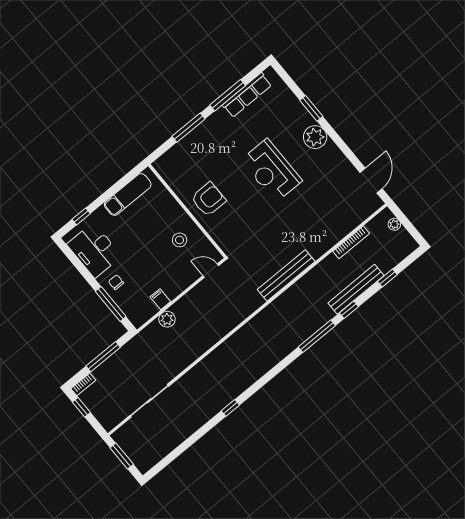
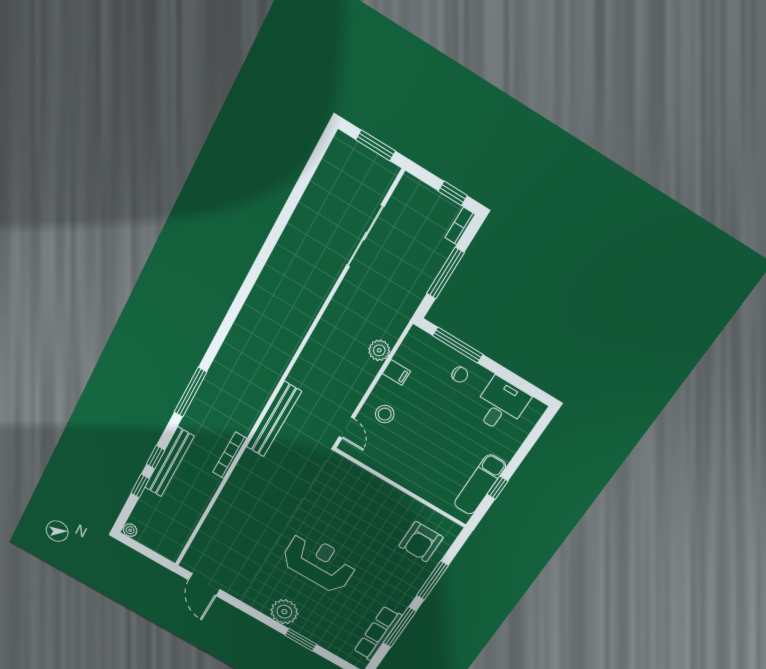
armchair: (208, 199) -> (421, 542), moved
window: (81, 216) -> (497, 488), moved
plant: (394, 224) -> (130, 530), moved
stool: (180, 240) -> (385, 414), moved
bookcase: (351, 242) -> (230, 455), moved
desk: (94, 250) -> (501, 405), width x0.73
door: (211, 271) -> (347, 428), hinge flipped
bench: (286, 275) -> (274, 419), moved
window: (349, 310) -> (156, 457), moved
window: (230, 408) -> (258, 265), removed

